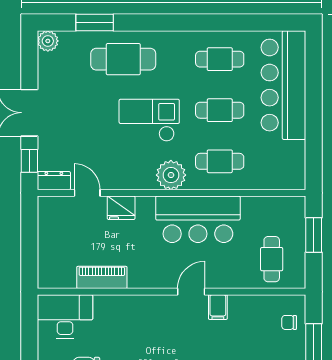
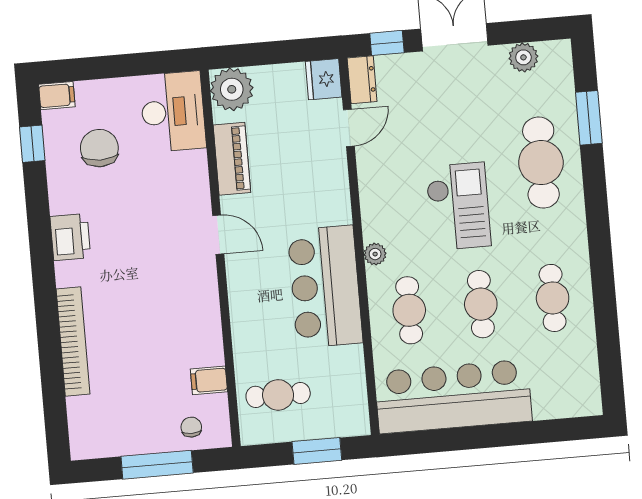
plant: (48, 41) -> (523, 57), moved
bar counter: (283, 85) -> (453, 396), moved
plant: (171, 175) -> (375, 254), width x0.53, depth x0.53
fridge: (121, 208) -> (324, 79), moved
plant: (53, 273) -> (232, 89), added
door: (191, 292) -> (218, 235), moved
filing cabinet: (218, 307) -> (209, 380), moved

